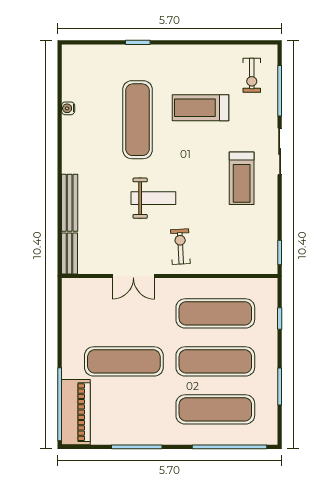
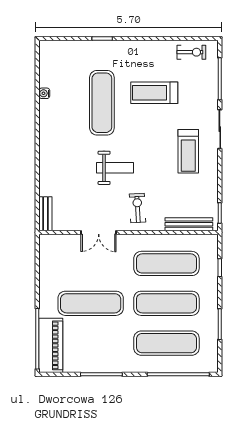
exercise bike: (252, 75) -> (191, 52), moved, turned -90
bench: (70, 203) -> (189, 224), moved, turned 90

